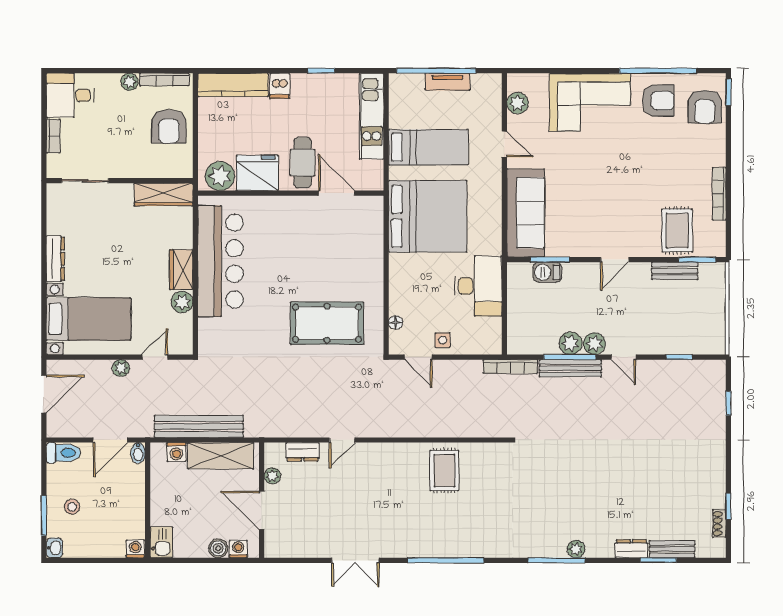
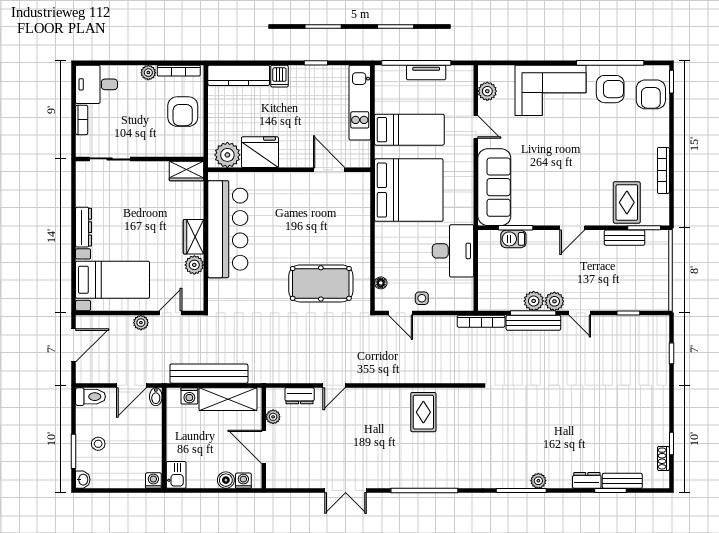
cafe table: (303, 163) -> (299, 143), removed
wardrobe: (163, 195) -> (187, 171), width x0.67

